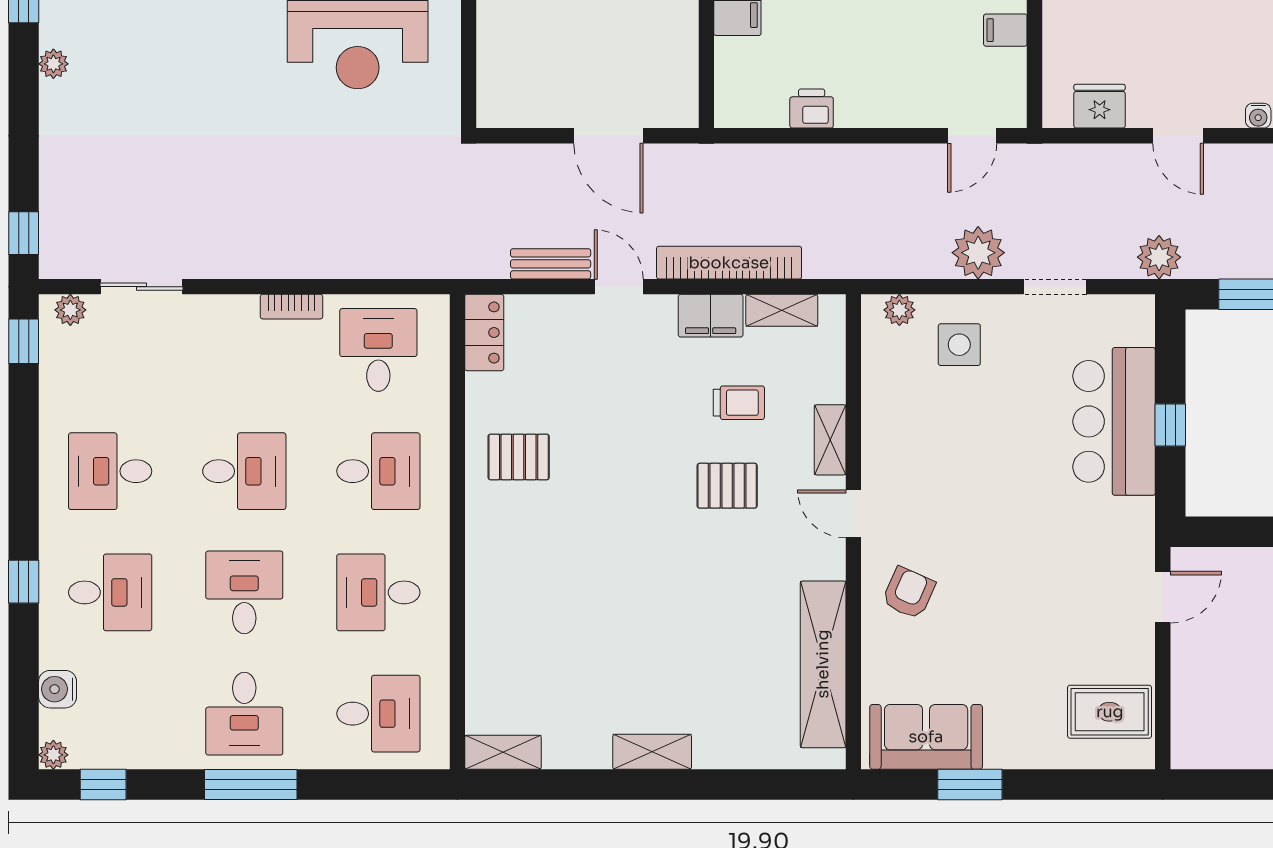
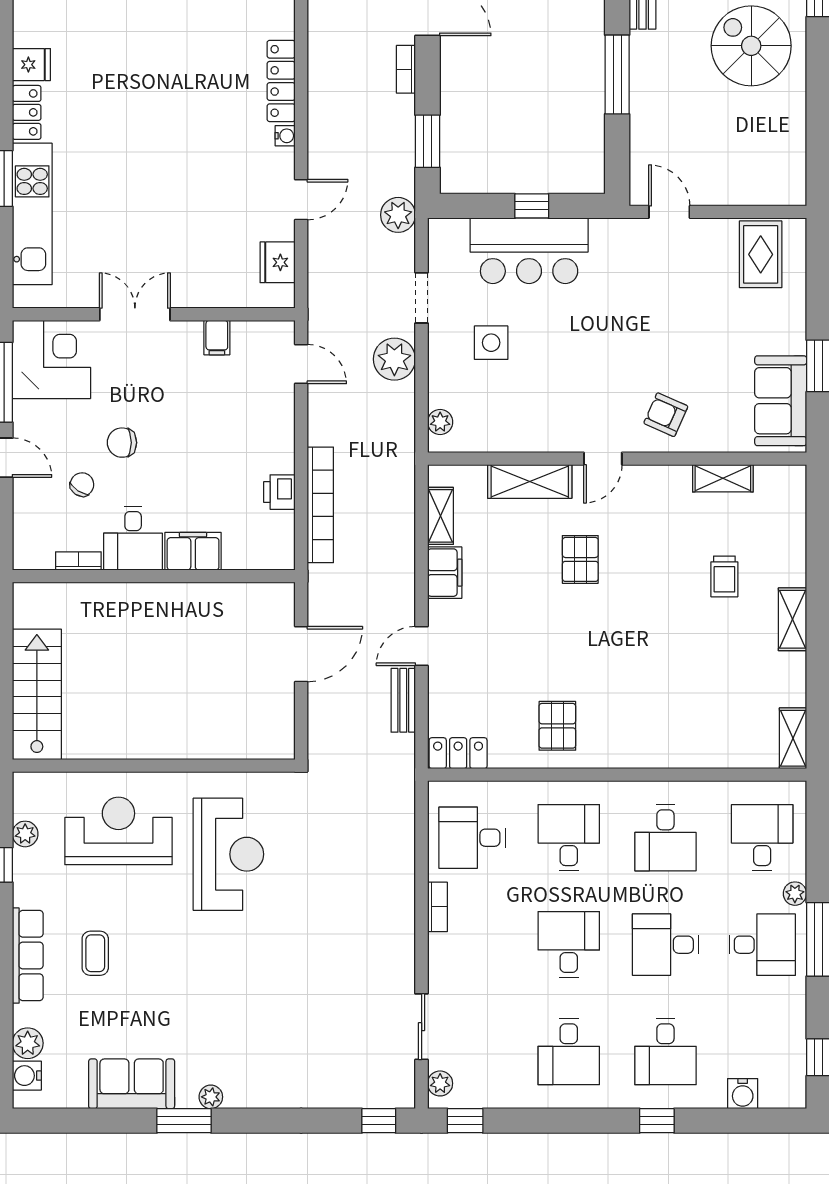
plant: (53, 64) -> (211, 1097), moved
bookcase: (729, 263) -> (320, 505), moved, turned 180
side table: (959, 345) -> (491, 343), moved
trolley: (739, 403) -> (724, 576), moved, turned 180
shelving: (830, 440) -> (530, 482), width x1.50, depth x1.33
desk: (110, 592) -> (665, 1052), turned 180
shelving: (823, 664) -> (723, 478), width x0.45, depth x0.75
plant: (53, 755) -> (795, 894), moved

